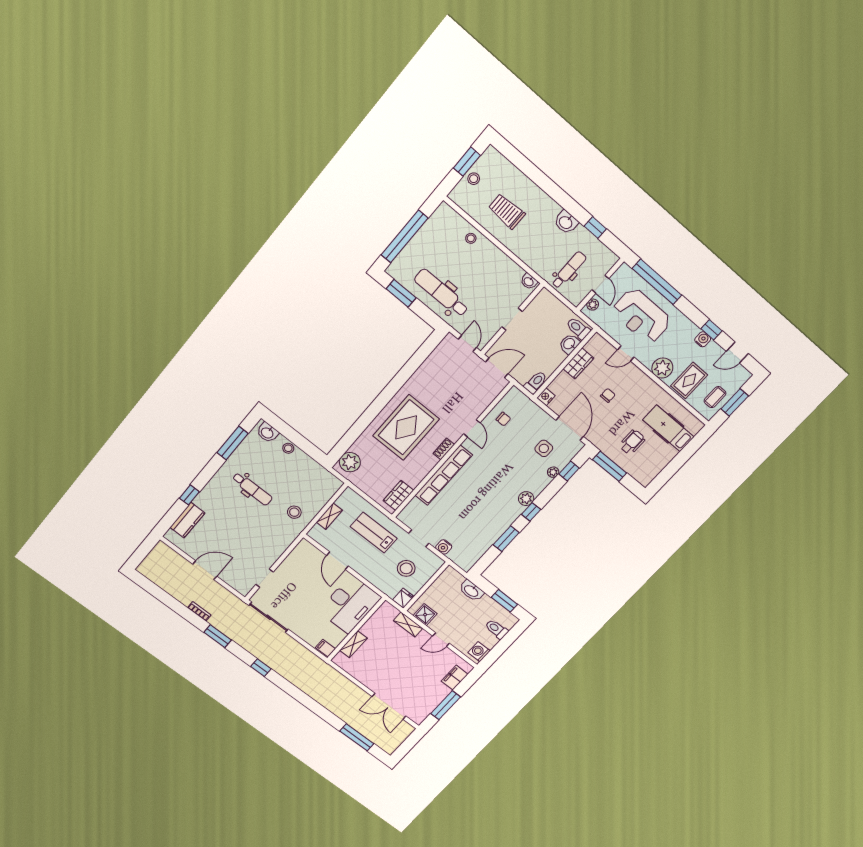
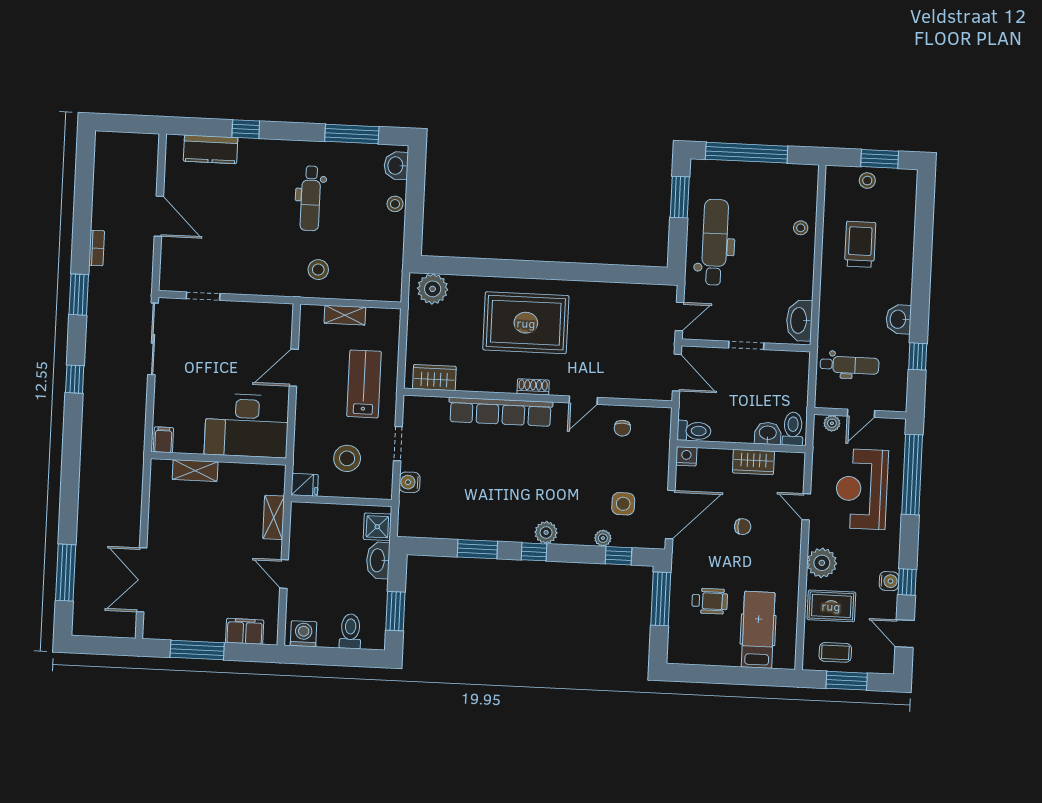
washbasin: (529, 281) -> (799, 320), width x1.91, depth x1.45
shower: (425, 615) -> (377, 527), moved

